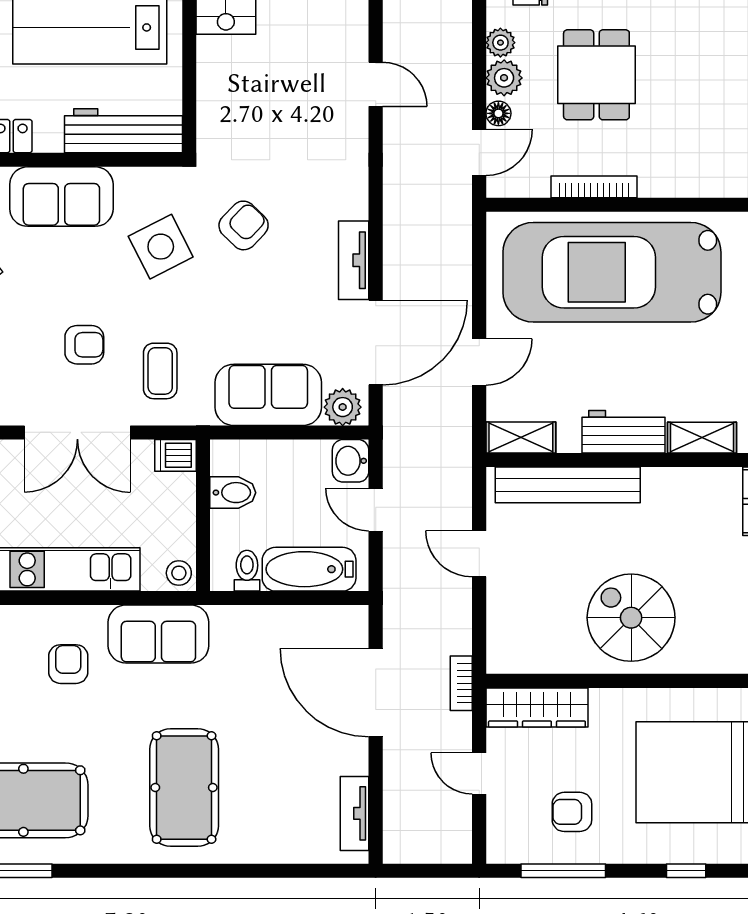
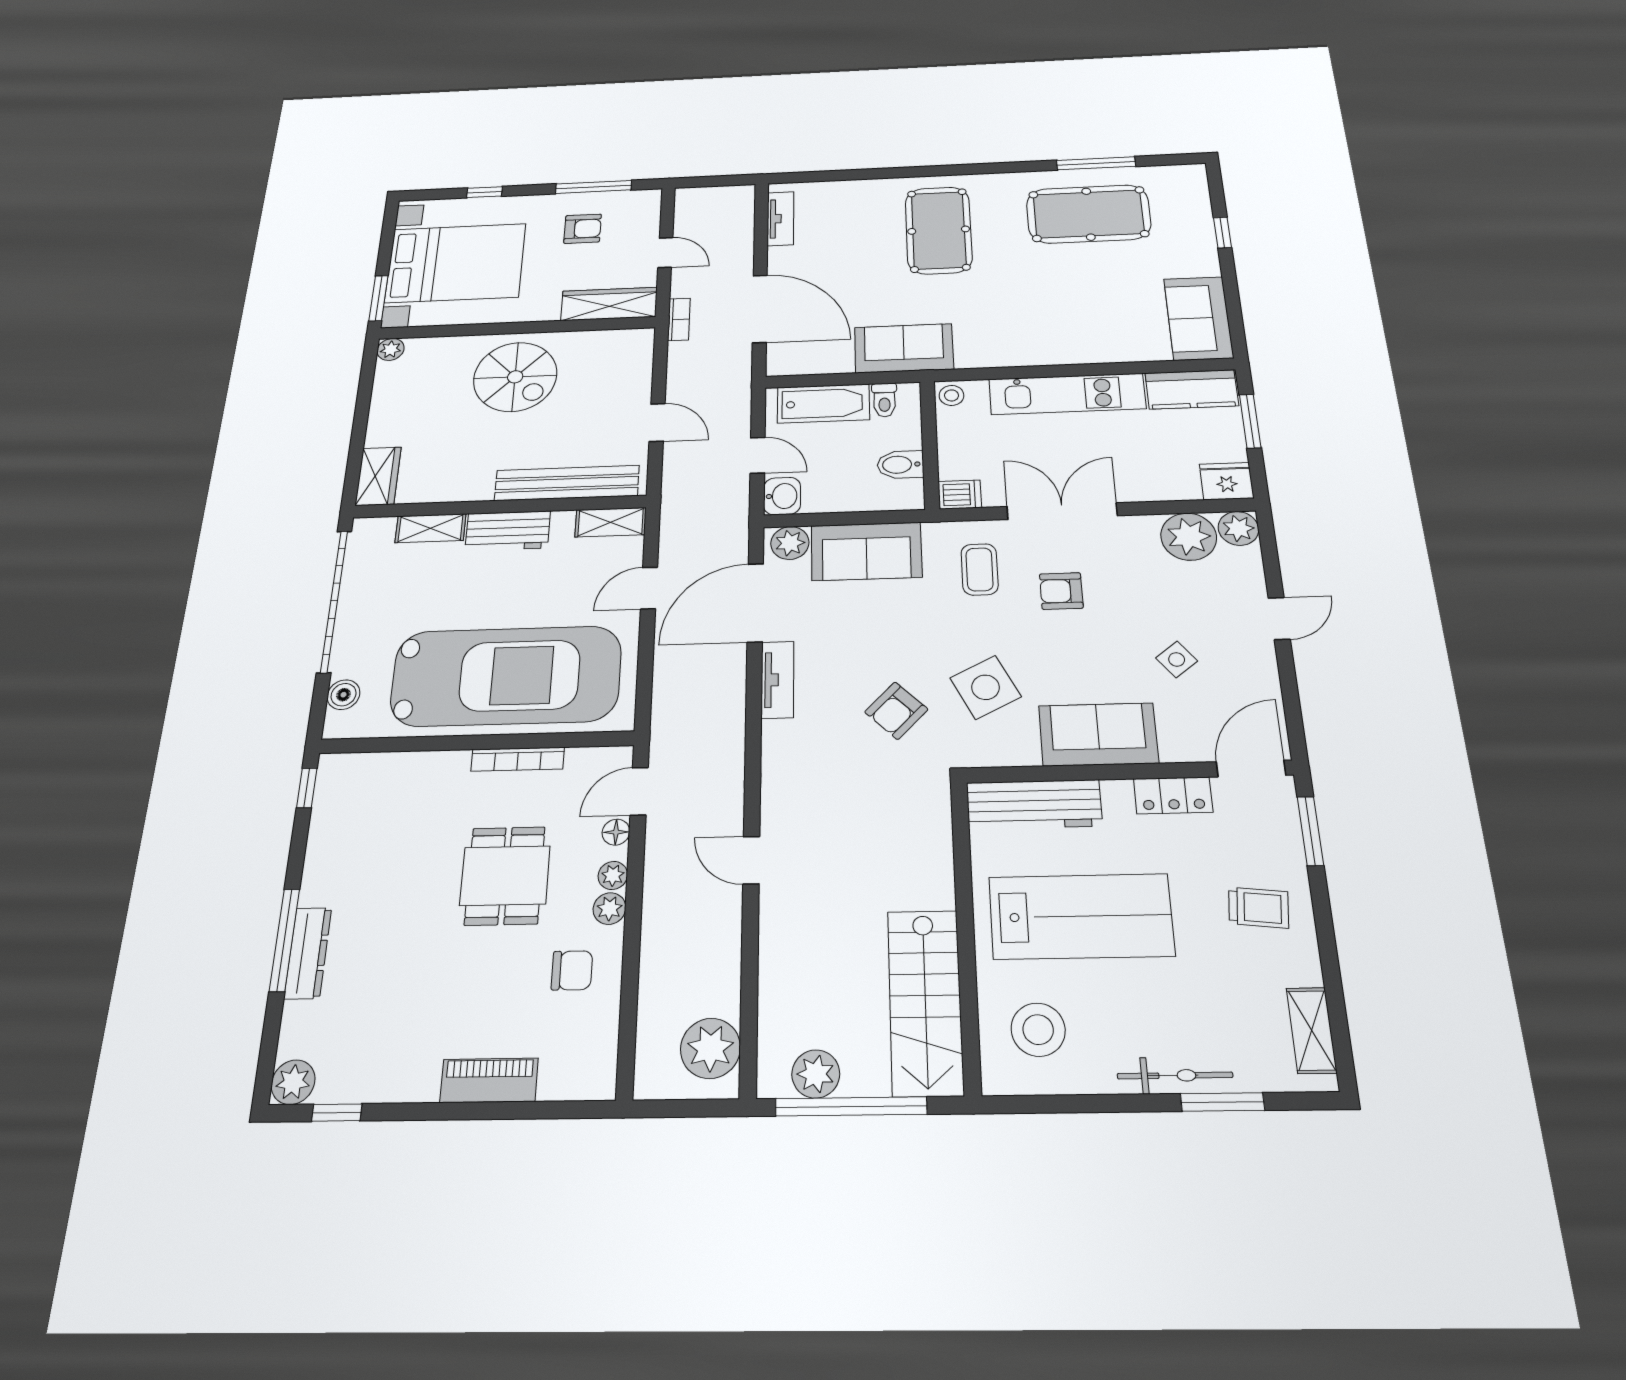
plant: (504, 78) -> (613, 875), width x0.73, depth x0.73
sofa: (158, 634) -> (904, 348), moved
armchair: (68, 664) -> (1055, 318), removed

